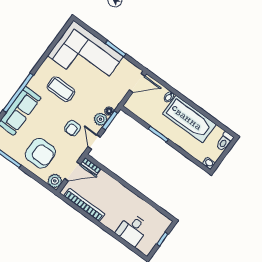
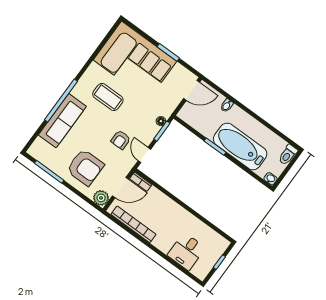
plant: (100, 119) -> (151, 130), removed
bathtub: (189, 119) -> (240, 146), moved, turned 180

